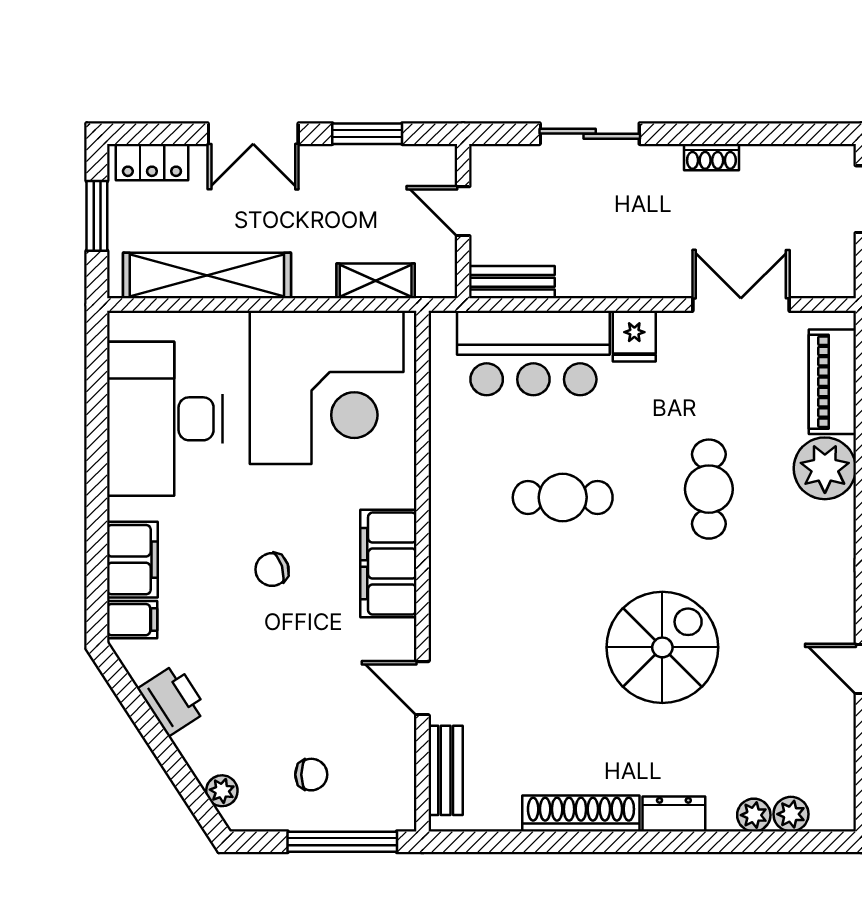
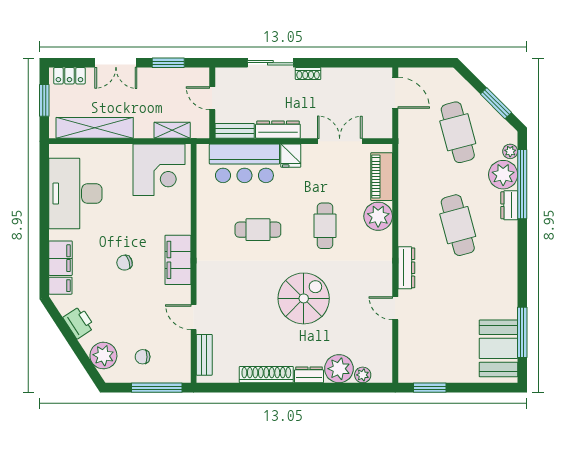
shoe rack: (711, 157) -> (308, 73), moved
dresser: (606, 280) -> (278, 130), added
corner desk: (327, 387) -> (159, 170), width x0.74, depth x0.74
chair: (311, 775) -> (143, 357), turned 180
plant: (222, 791) -> (103, 356), width x1.88, depth x1.88
plant: (754, 815) -> (339, 369), width x1.87, depth x1.87

